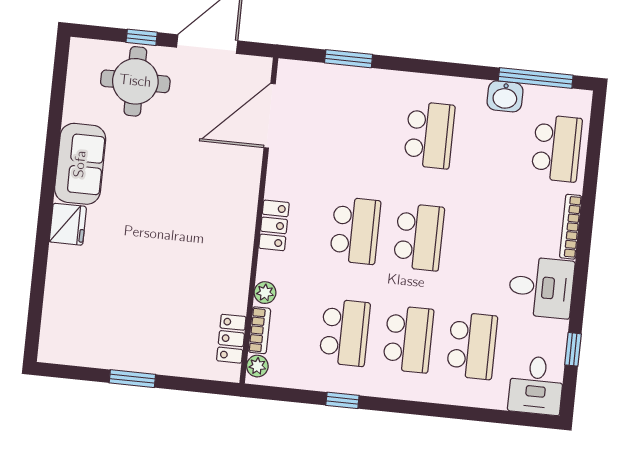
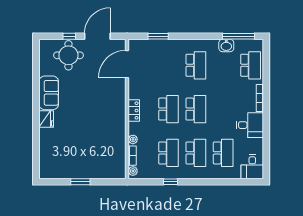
locker: (231, 339) -> (121, 161), removed
window: (573, 349) -> (266, 150), removed

